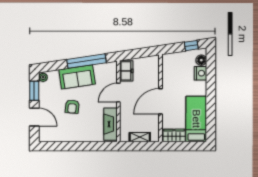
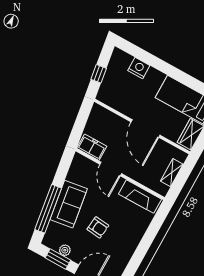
window: (191, 46) -> (99, 74), moved
floor lamp: (201, 60) -> (125, 59), removed
window: (86, 61) -> (48, 209), moved
plant: (43, 77) -> (65, 250), moved

